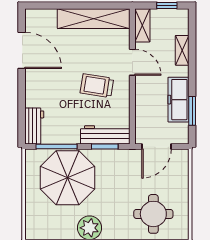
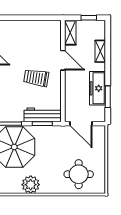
shelving: (94, 19) -> (34, 27), removed
door: (156, 147) -> (81, 124), hinge flipped

